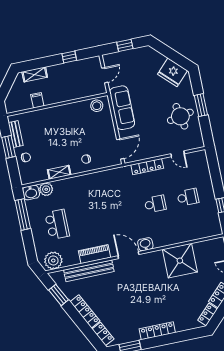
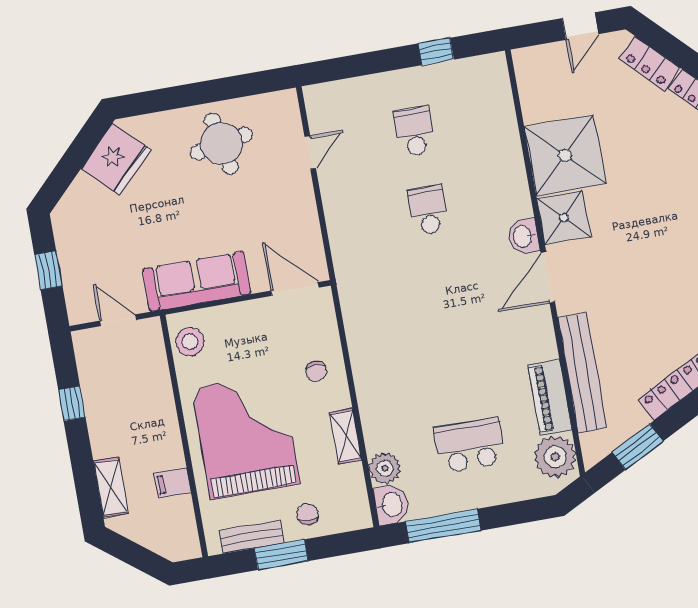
window: (201, 105) -> (196, 94), removed
grand piano: (58, 130) -> (246, 436), added
locker: (147, 167) -> (339, 226), removed
piano: (94, 254) -> (550, 397), moved
shower: (154, 261) -> (564, 217), added

